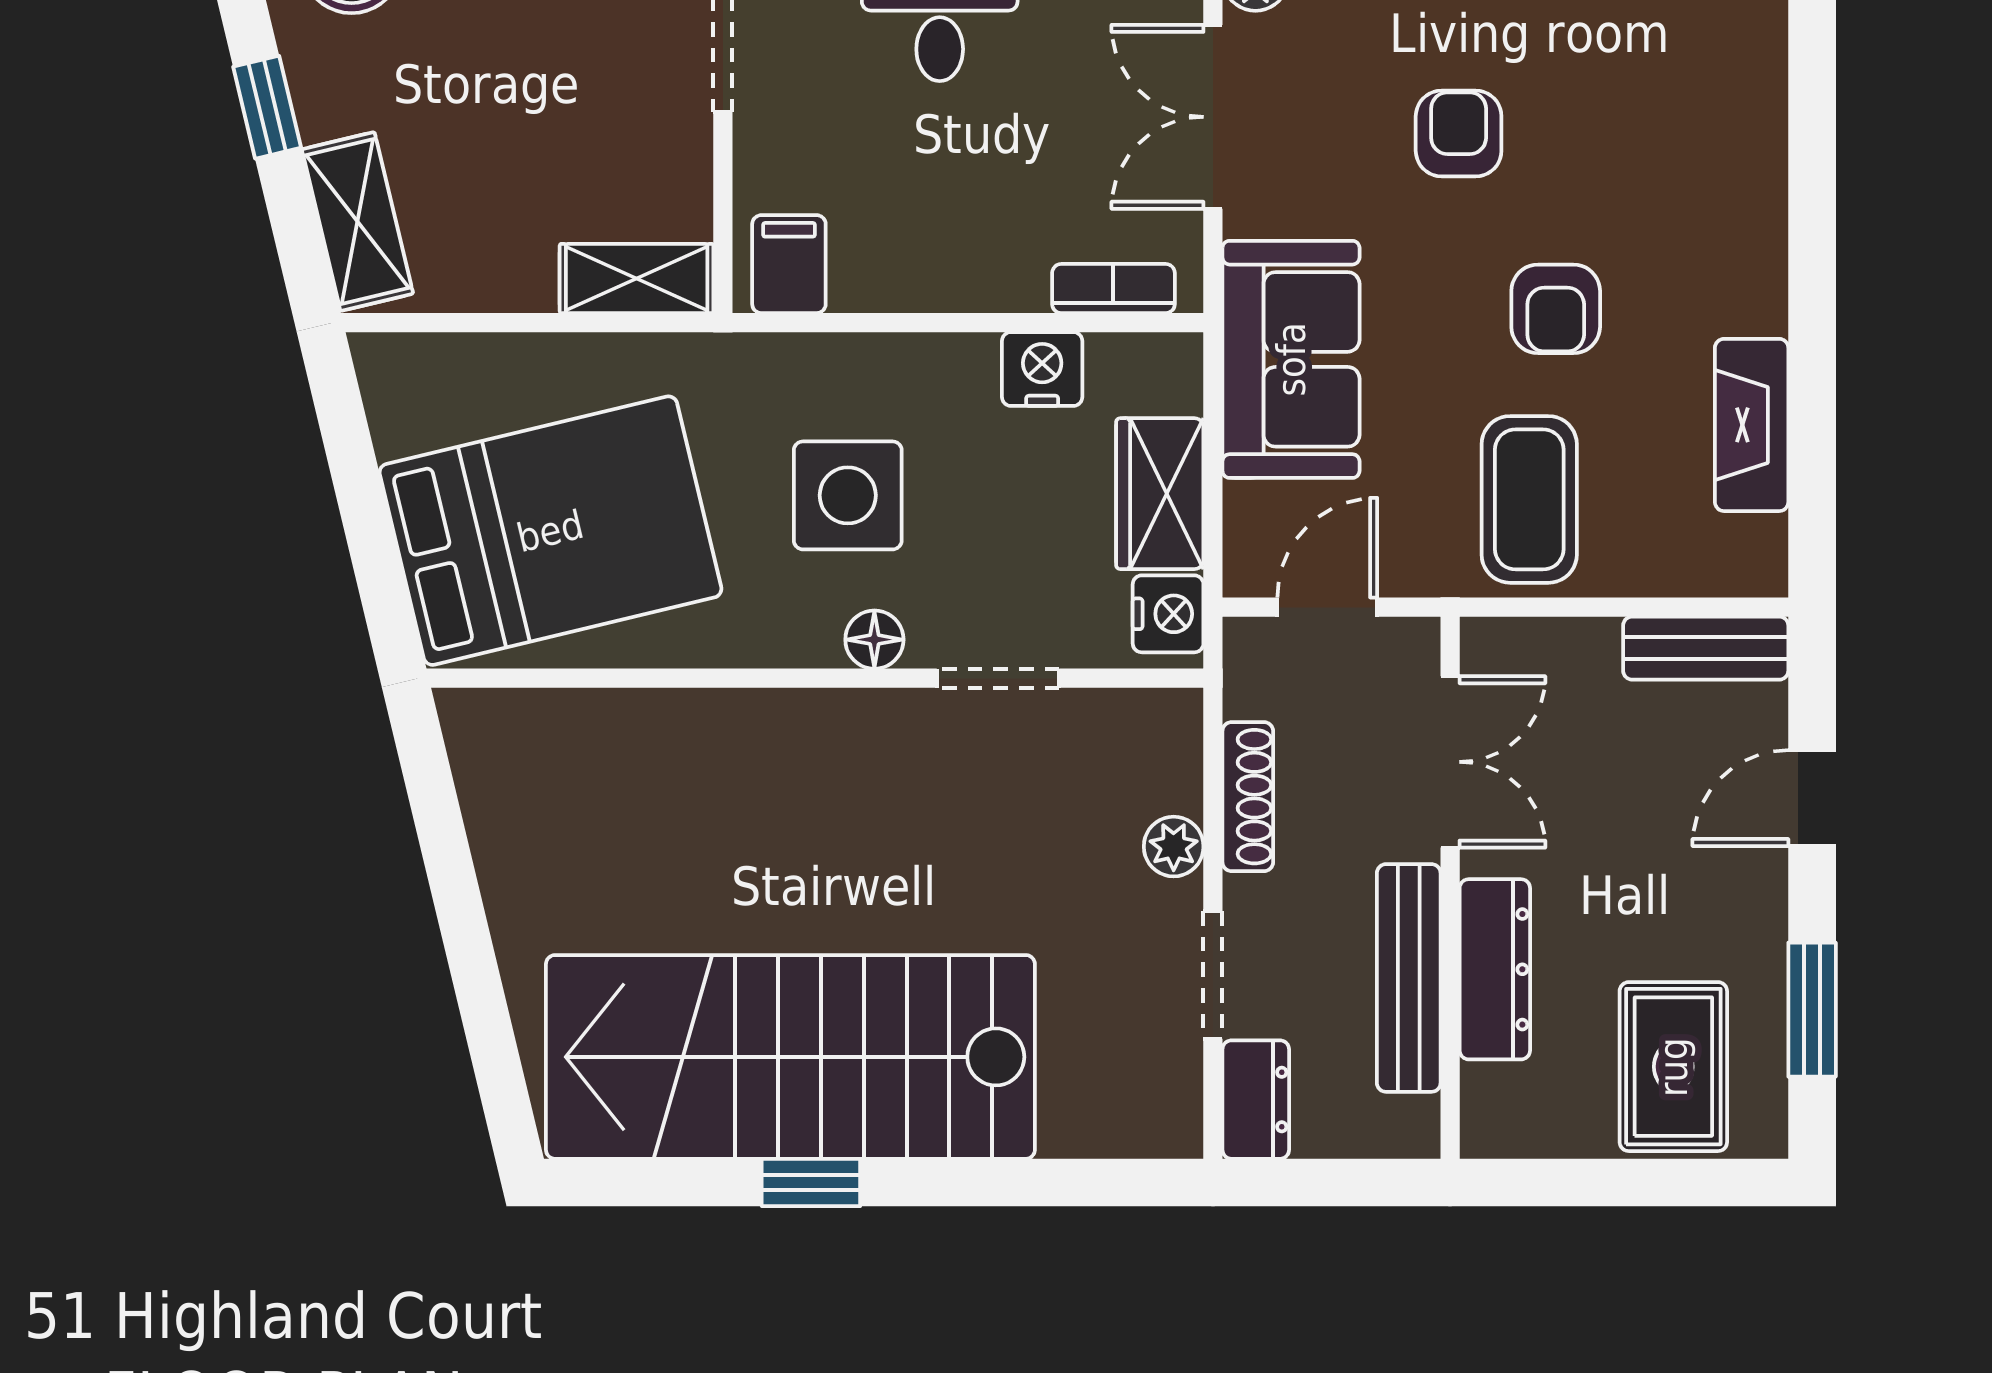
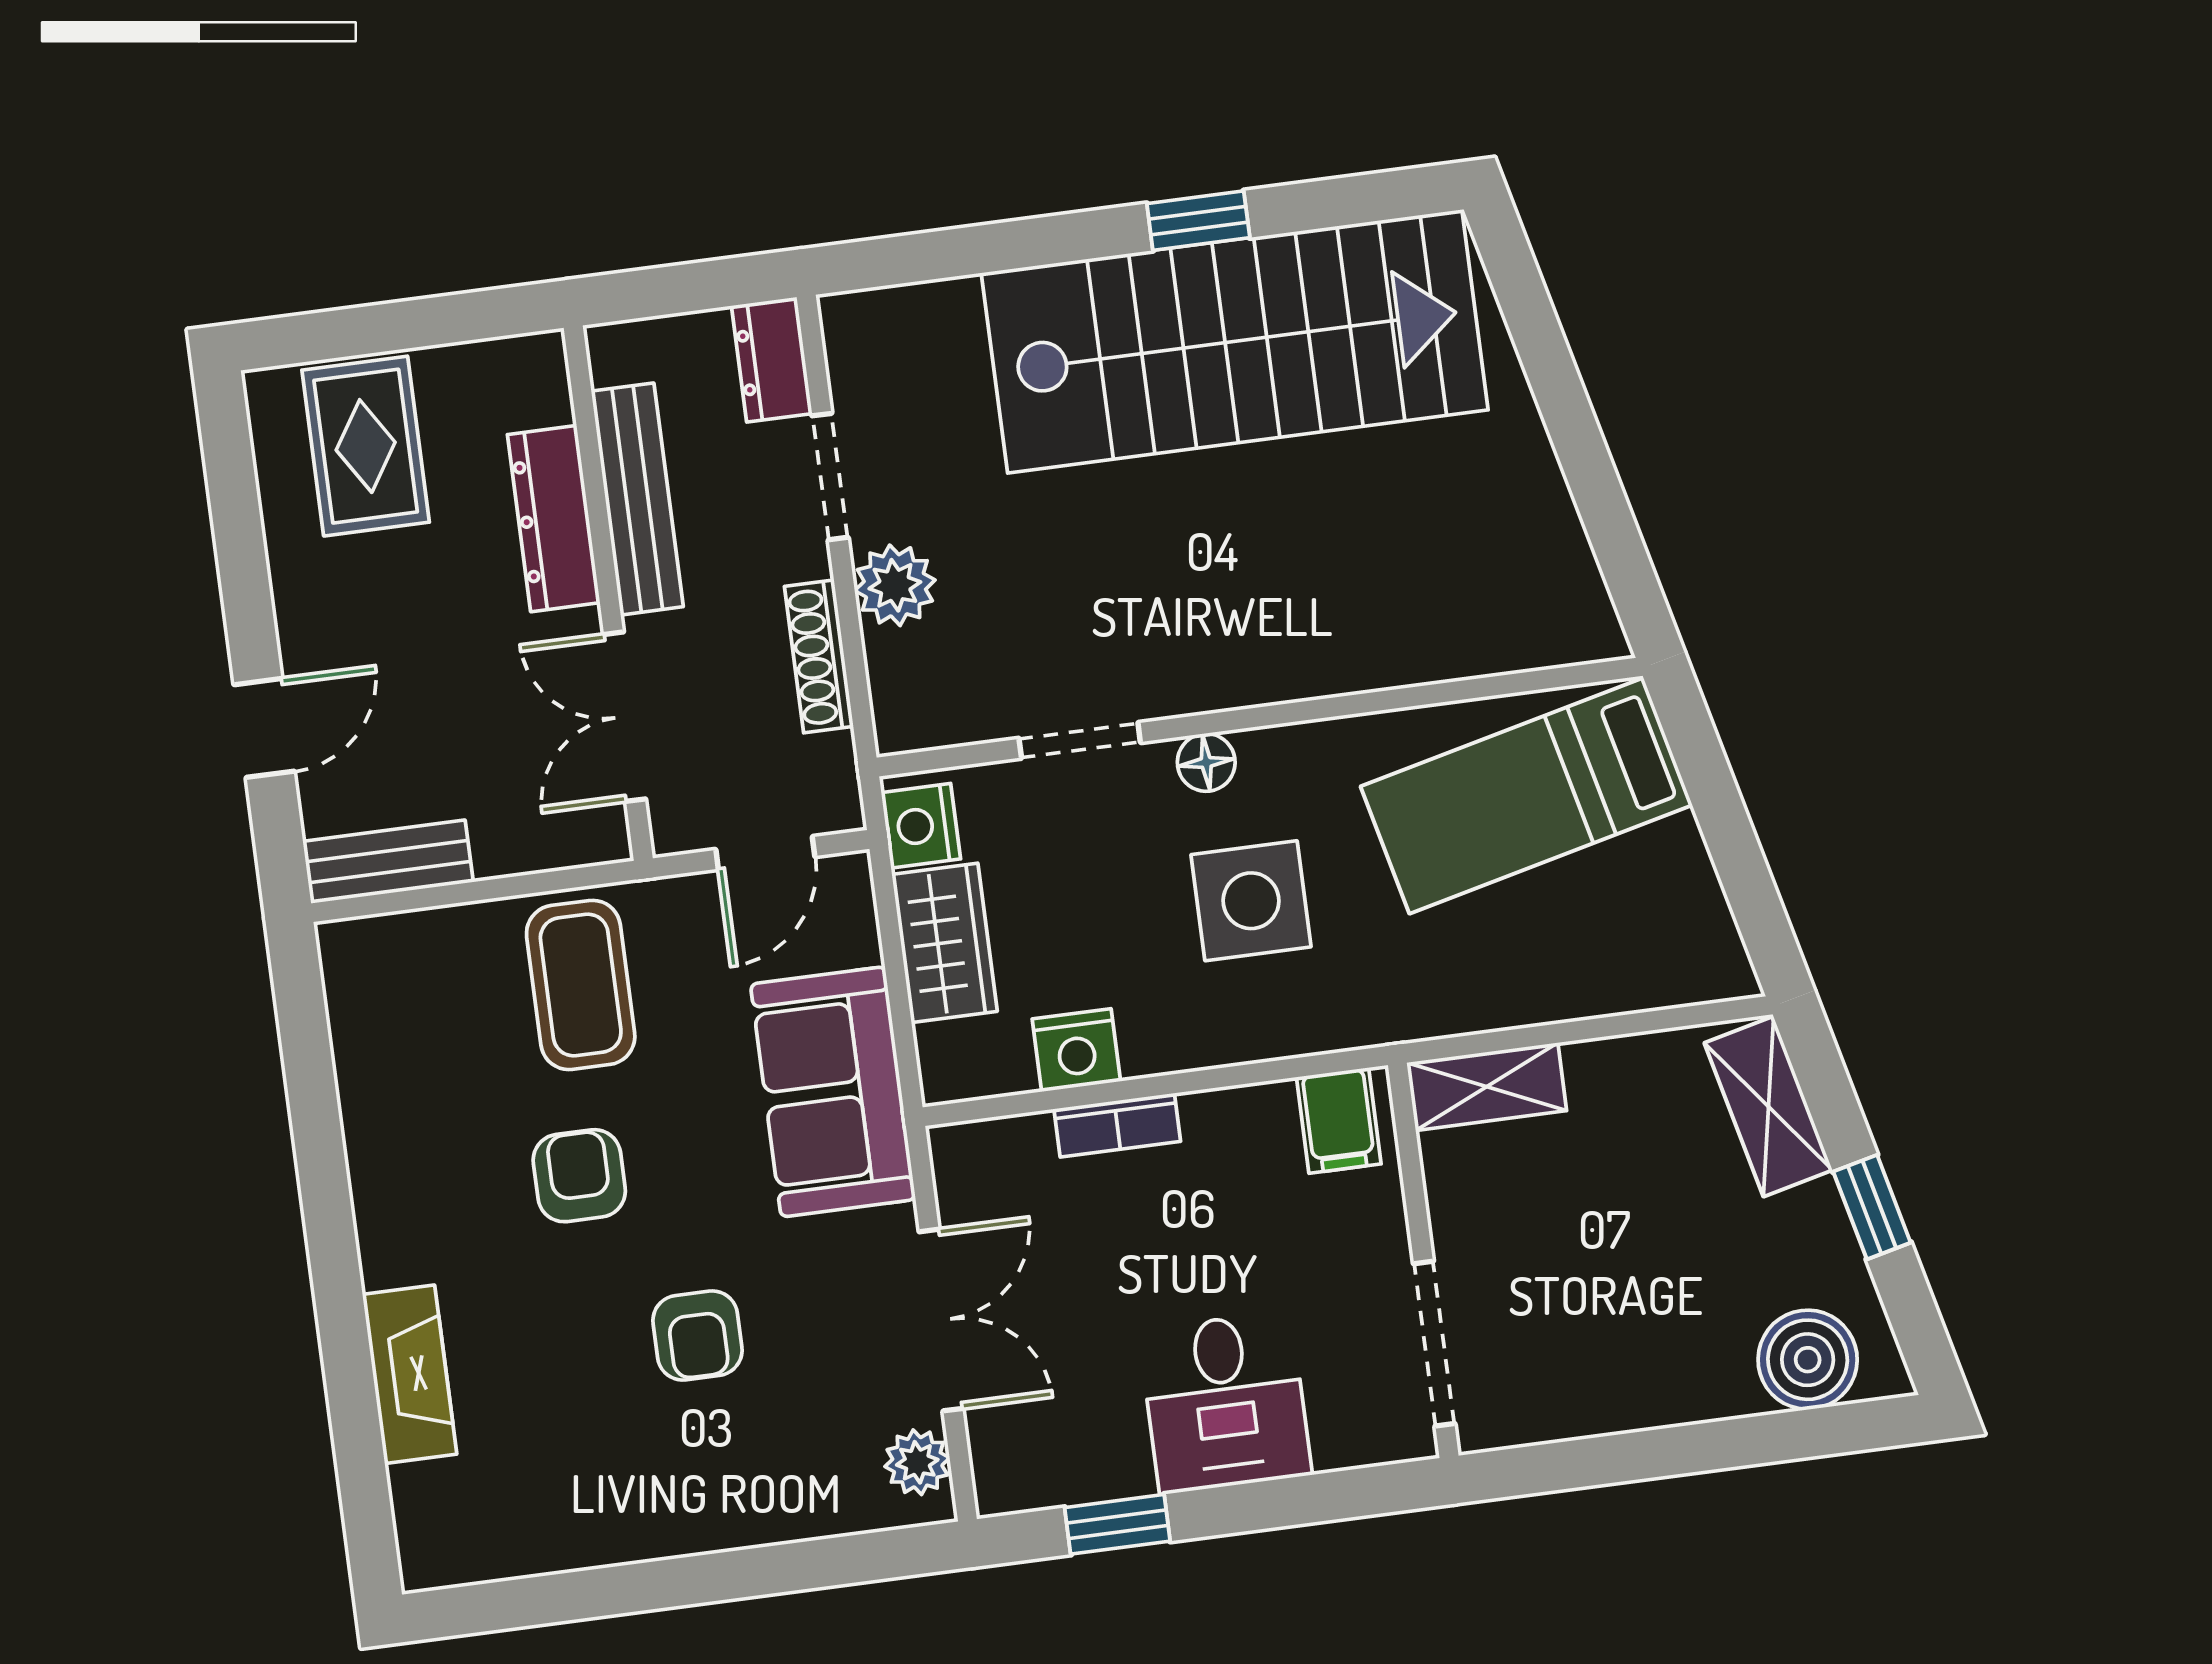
bookcase: (1113, 289) -> (1117, 1125), moved
fireplace: (1752, 425) -> (410, 1374), moved
bed: (550, 531) -> (1526, 796), width x0.67
plant: (1174, 847) -> (895, 585), width x1.38, depth x1.38
window: (1812, 1010) -> (237, 520), removed

